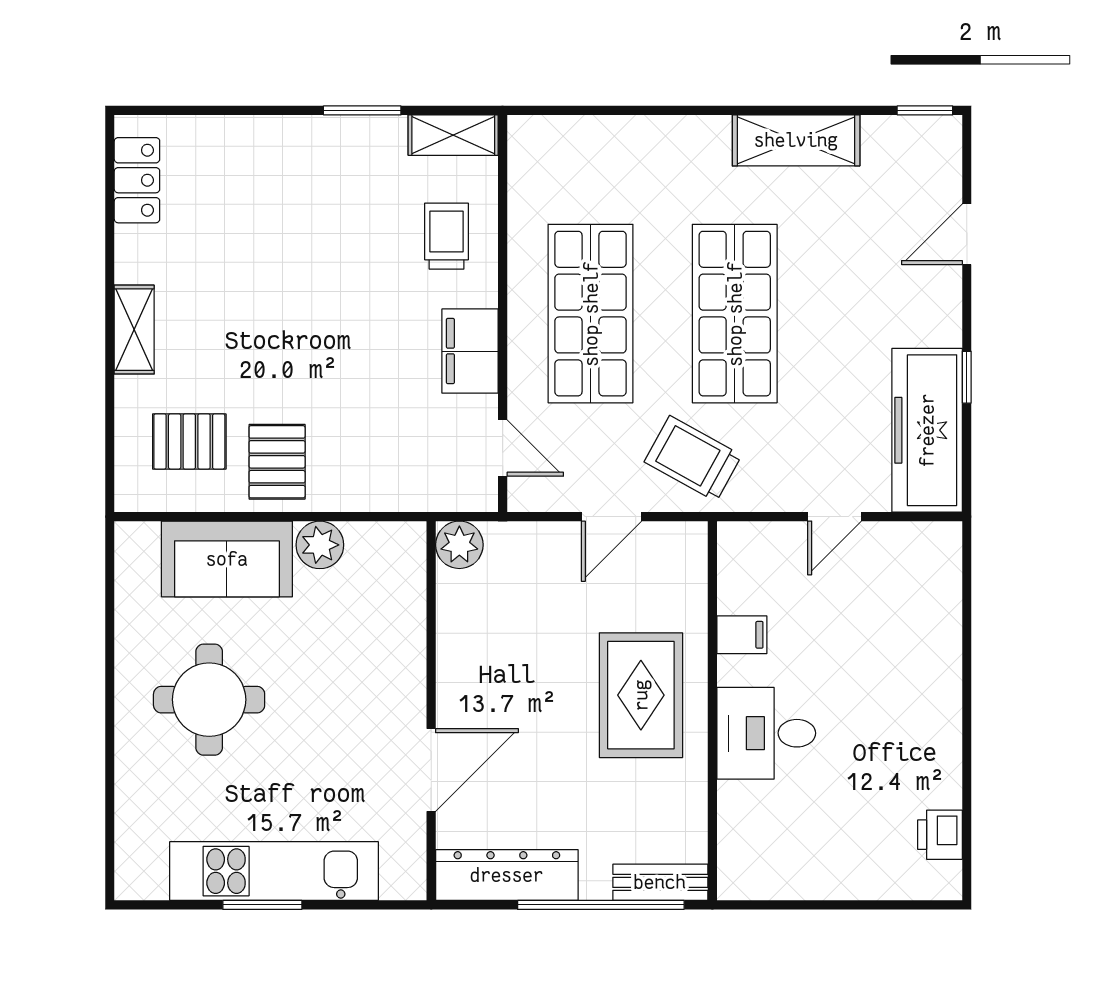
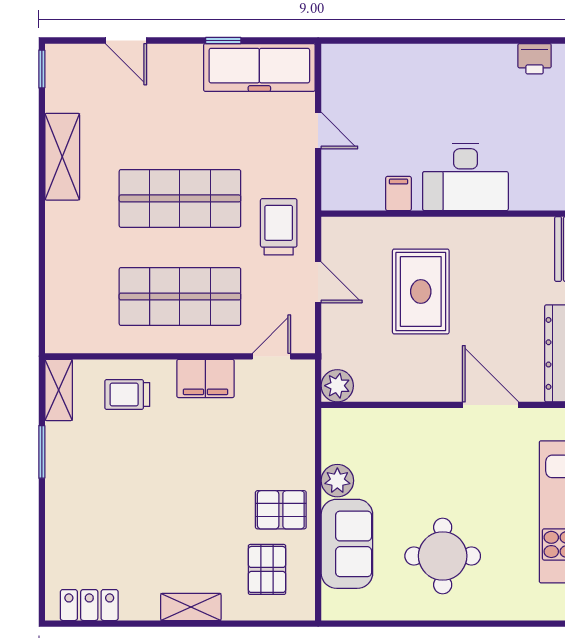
trolley: (693, 459) -> (279, 227), turned 151
rug: (641, 695) -> (421, 291), moved, turned 90
desk: (766, 733) -> (465, 177), width x1.37

